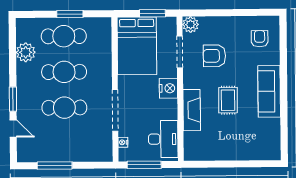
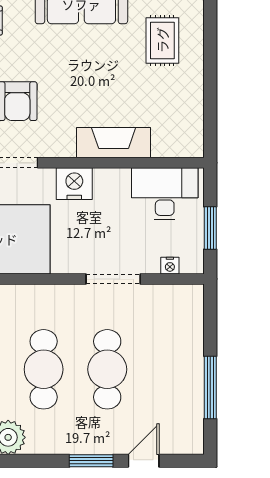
rug: (228, 100) -> (162, 40), moved, turned 90
doorway: (115, 110) -> (113, 279), width x0.73
window: (144, 165) -> (210, 228), width x0.69

